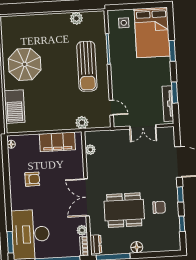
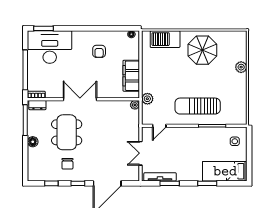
plant: (76, 18) -> (241, 67), moved
bed: (152, 32) -> (225, 171), width x0.67
plant: (90, 150) -> (135, 105), moved
plant: (82, 230) -> (51, 93), removed

